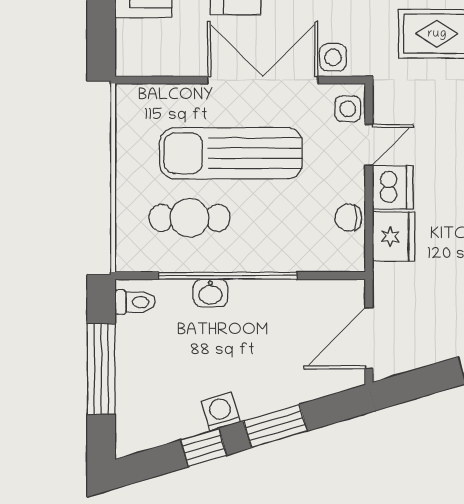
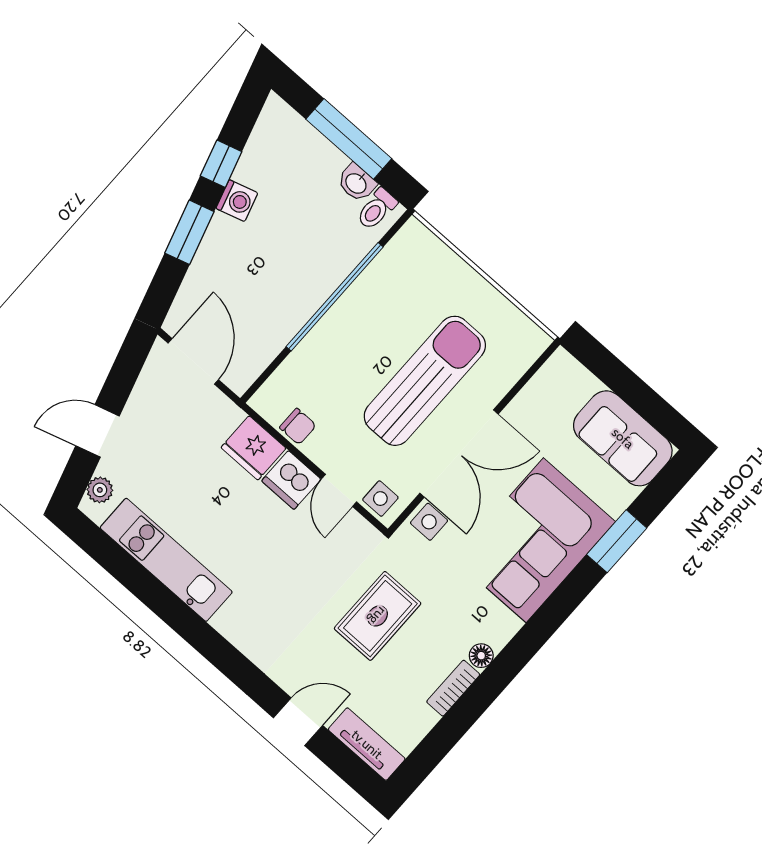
cafe table: (190, 218) -> (404, 306), removed
chair: (348, 218) -> (298, 426), turned 90
washbasin: (210, 293) -> (356, 183), moved, turned -90

